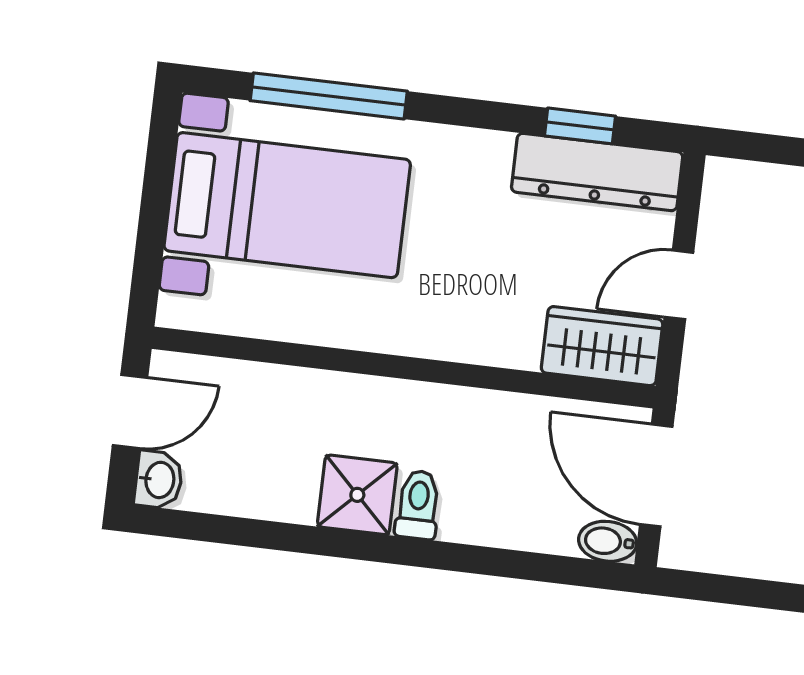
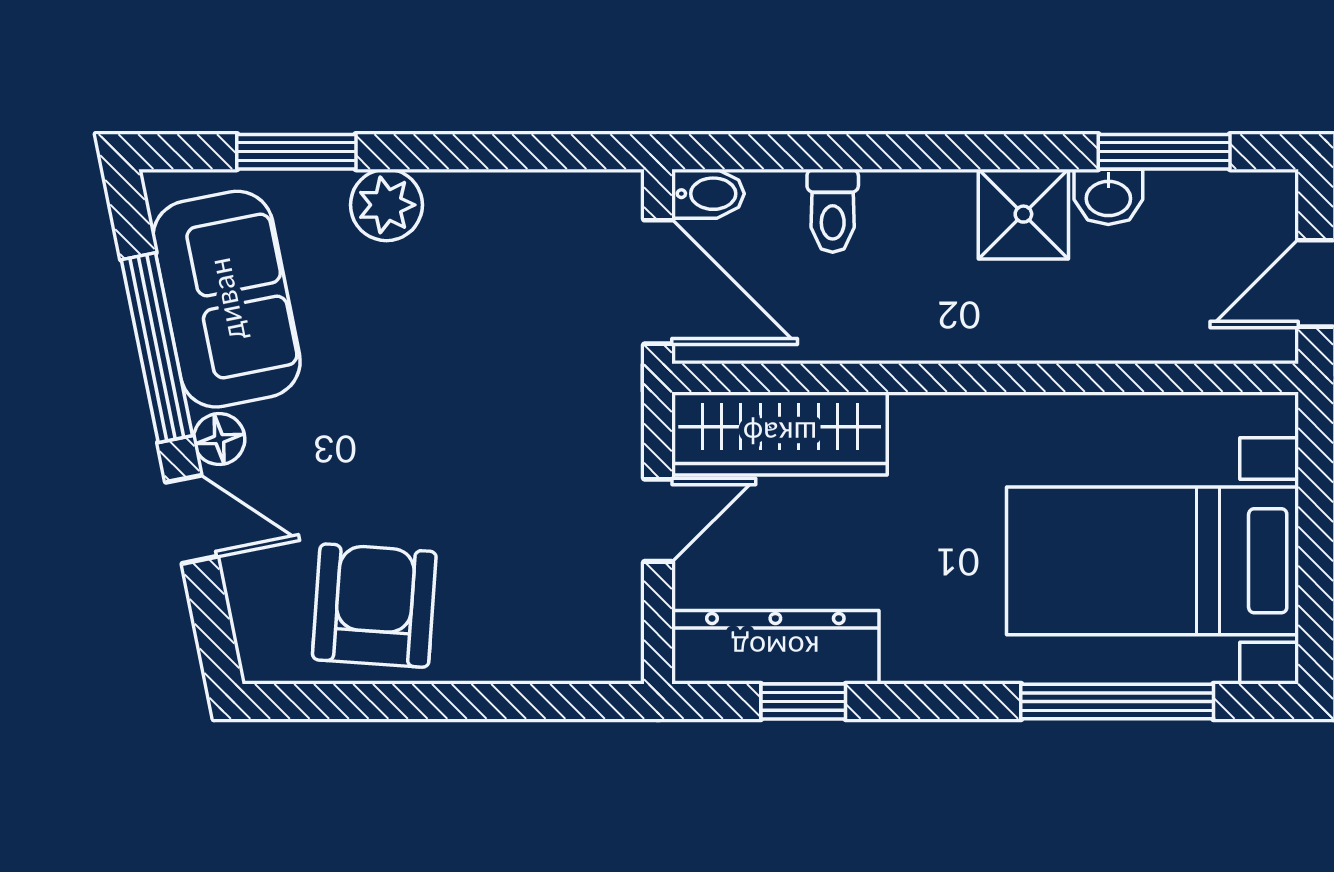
wardrobe: (602, 346) -> (780, 433), width x1.50
washbasin: (159, 480) -> (1108, 197), moved, turned -90
toilet: (418, 505) -> (833, 211), moved
window: (239, 531) -> (1164, 152), added

